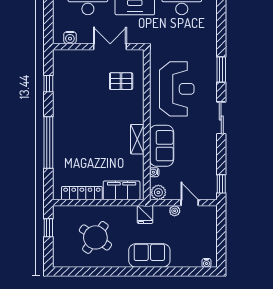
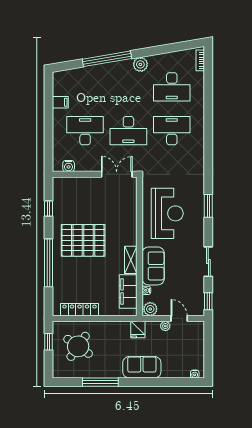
double door: (110, 47) -> (117, 174), moved
window: (221, 69) -> (208, 206), moved
pallet: (121, 81) -> (83, 240), moved, width x2.05, depth x2.00
sliding door: (221, 118) -> (208, 262), moved
filing cabinet: (122, 190) -> (128, 291), moved, turned -90
round table: (95, 237) -> (78, 346), moved
window: (105, 271) -> (100, 382), added

